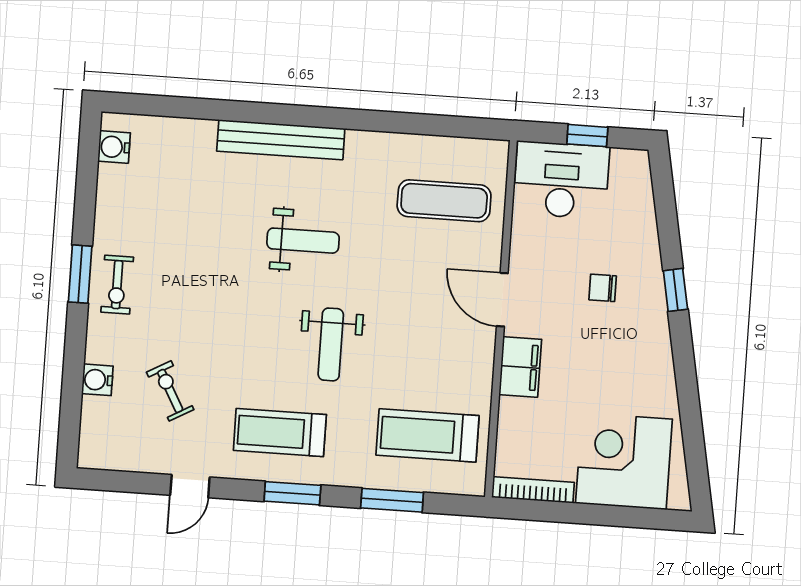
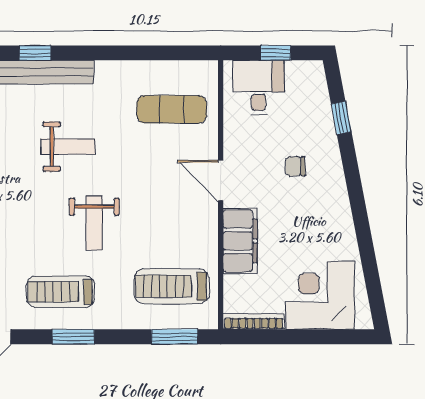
window: (268, 113) -> (35, 53), added
desk: (561, 180) -> (259, 88), width x0.73
window: (675, 290) -> (341, 118), moved
filing cabinet: (520, 367) -> (240, 241), width x1.50, depth x1.17
window: (392, 500) -> (175, 337), moved

